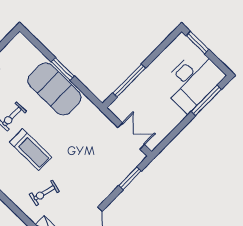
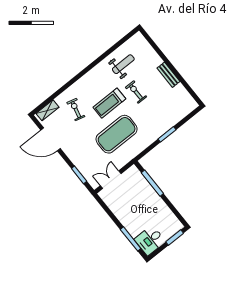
desk: (193, 81) -> (150, 240), width x0.53, depth x0.77
exercise mat: (54, 89) -> (117, 134), moved
double door: (131, 136) -> (111, 180), swing flipped

